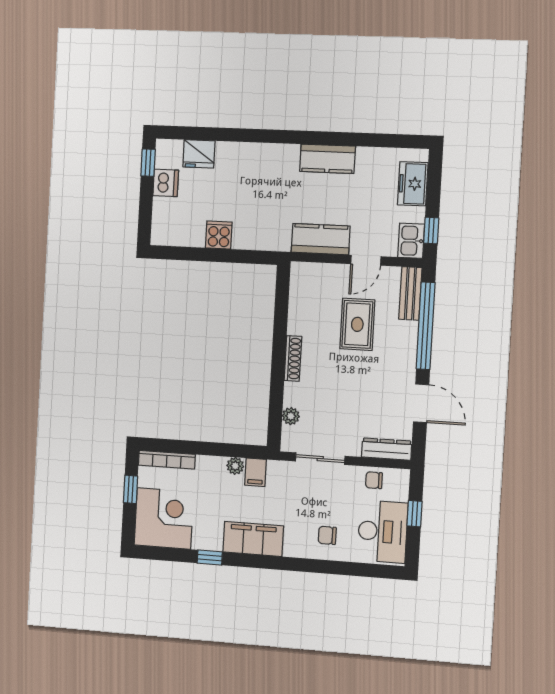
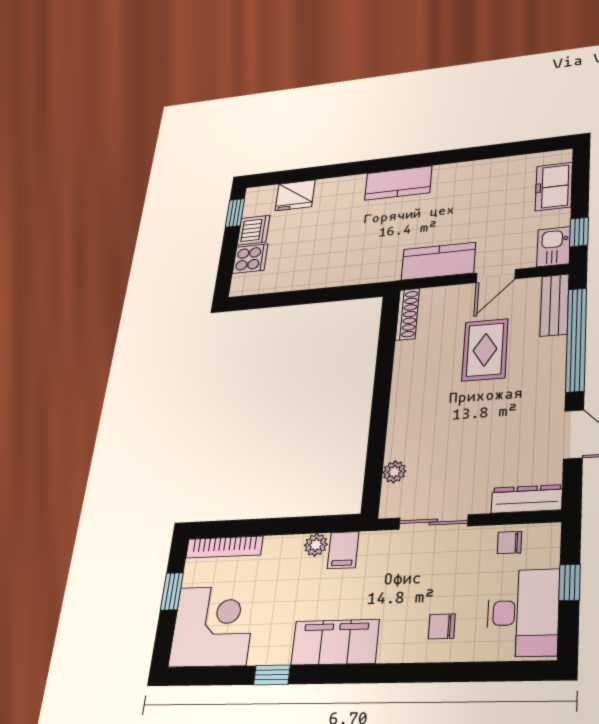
kitchen counter: (328, 159) -> (398, 183), moved
cooker: (219, 235) -> (250, 259), moved, turned 90
shoe rack: (293, 358) -> (407, 314), moved

